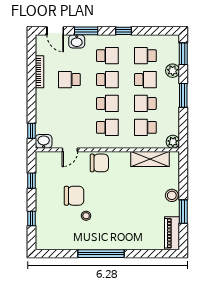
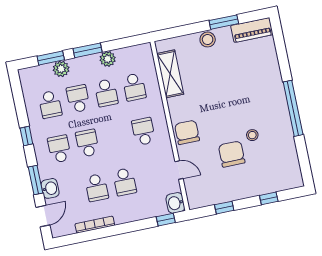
window: (183, 54) -> (51, 58), moved
school desk: (107, 103) -> (125, 182), moved, turned 180
plant: (173, 142) -> (108, 59), moved

